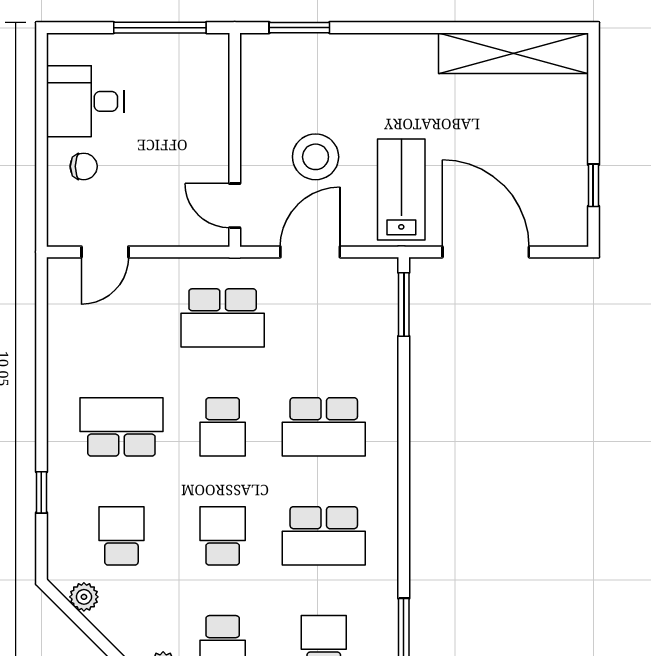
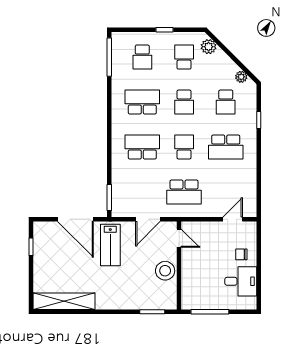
stool: (316, 157) -> (165, 271), moved
school desk: (223, 318) -> (184, 192), turned 180

